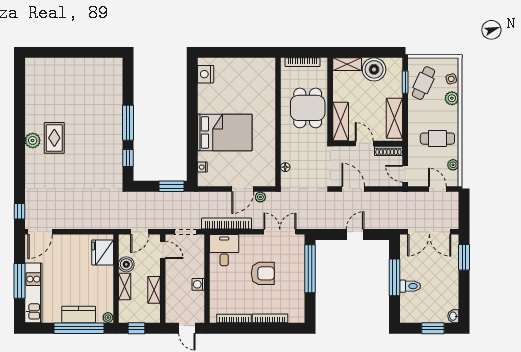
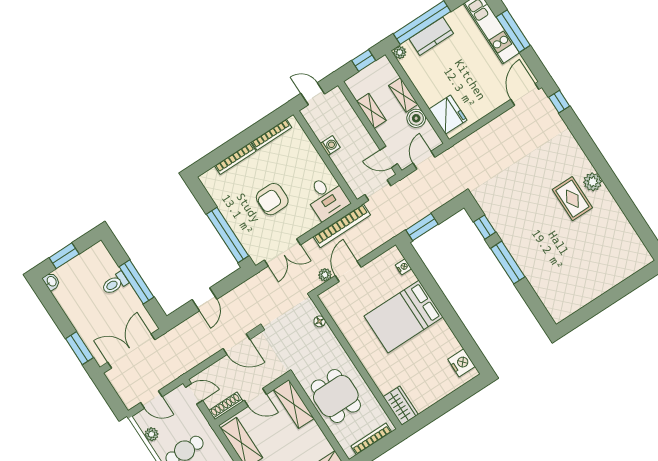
wardrobe: (267, 72) -> (401, 406), added

